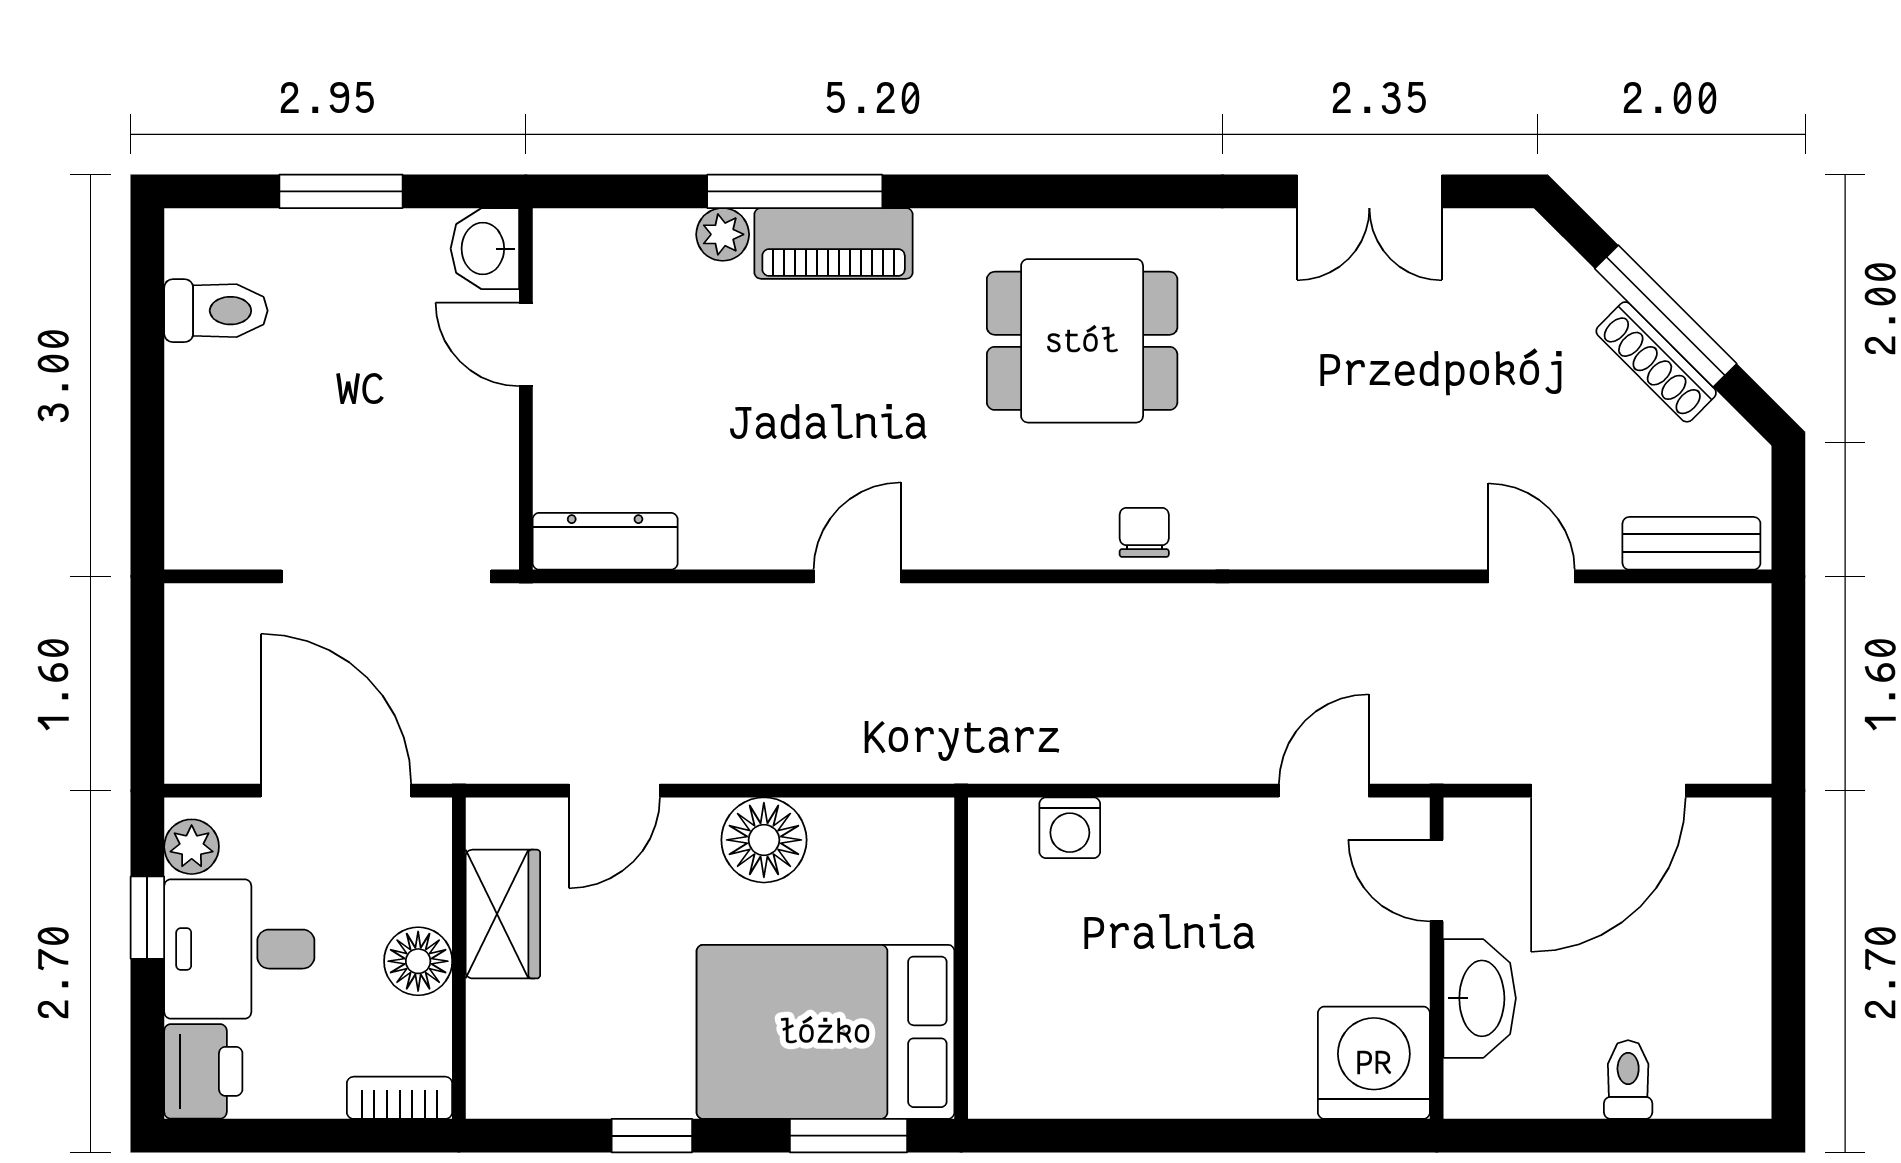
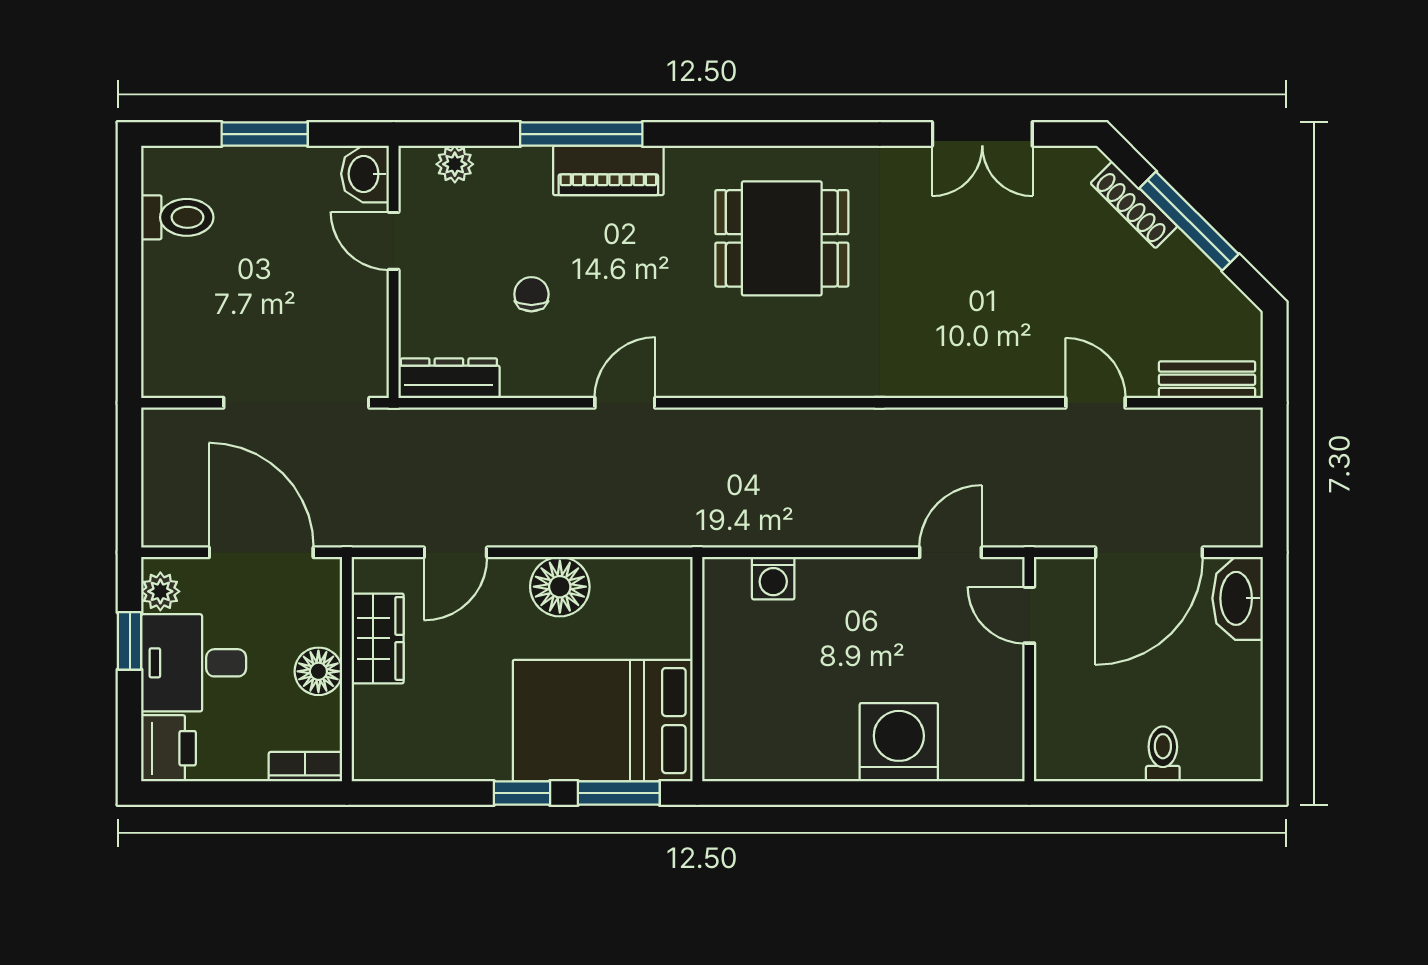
plant: (723, 234) -> (455, 164), moved
shoe rack: (1656, 362) -> (1134, 205), moved
chair: (1144, 532) -> (531, 294), moved
washbasin: (1480, 998) -> (1238, 598), moved, turned 180
washing machine: (1374, 1063) -> (899, 742), moved
window: (652, 1136) -> (522, 793), moved

